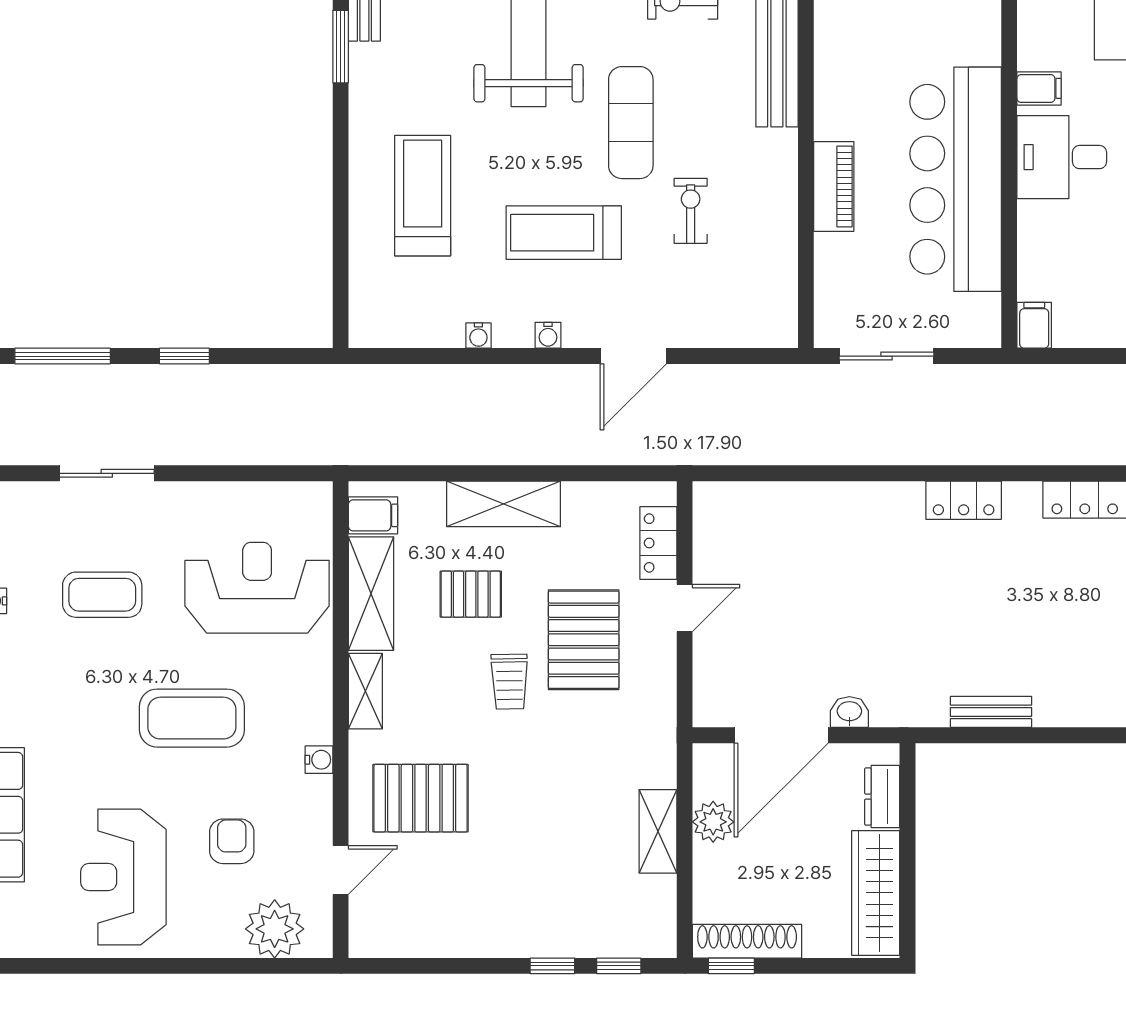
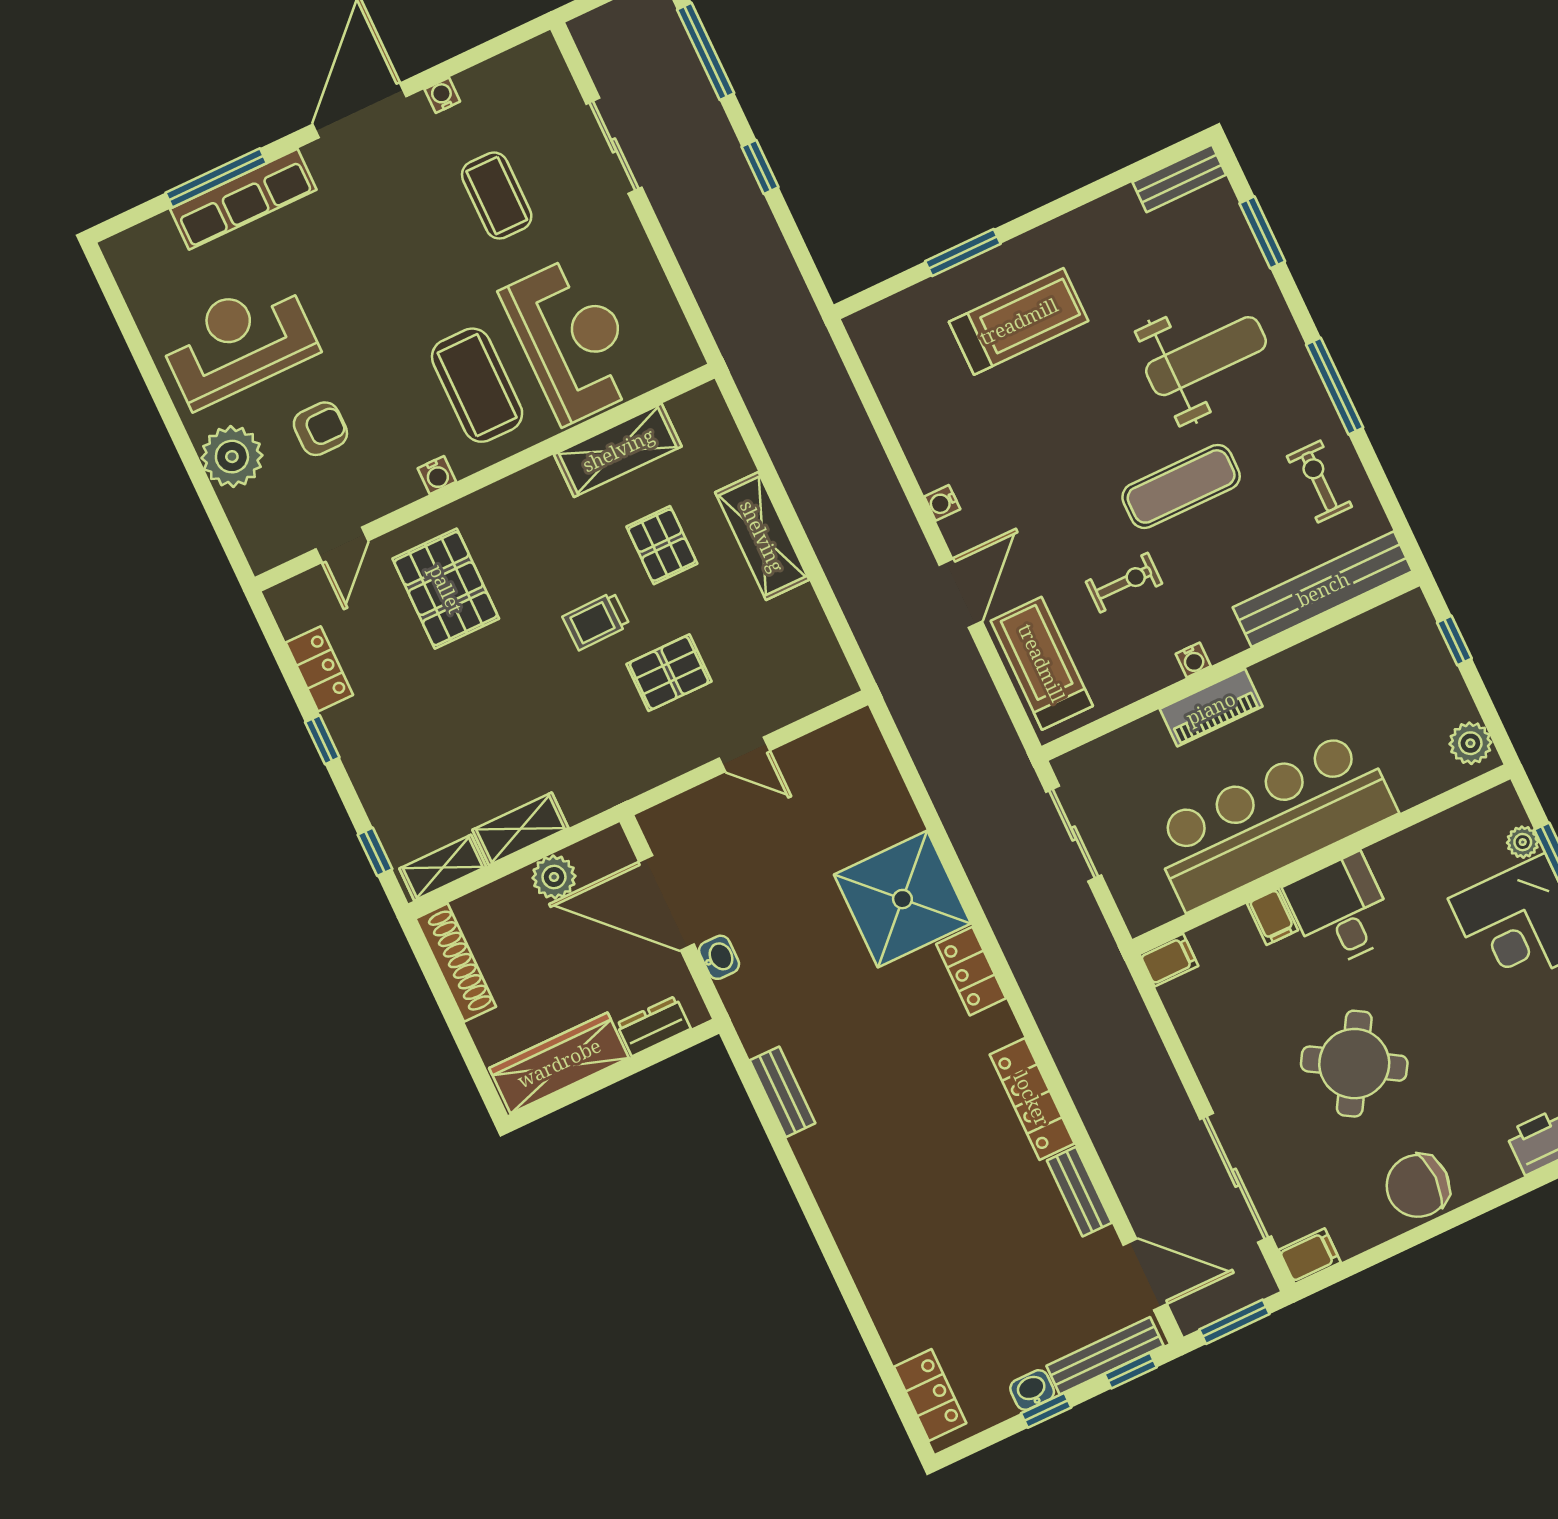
window: (341, 47) -> (963, 253), moved
filing cabinet: (1039, 88) -> (1273, 917), moved
treadmill: (564, 233) -> (1042, 663), moved
water cooler: (478, 336) -> (1193, 660), moved, turned -90
door: (633, 356) -> (961, 593), swing flipped
filing cabinet: (373, 515) -> (693, 417), removed
shower: (874, 530) -> (902, 899), added
locker: (658, 543) -> (319, 669), moved, turned 90
pallet: (584, 640) -> (669, 673), width x0.67, depth x0.71
shelving: (365, 691) -> (443, 868), moved
coffee table: (192, 718) -> (477, 385), moved
door: (341, 870) -> (342, 545), hinge flipped
plant: (275, 929) -> (232, 457), moved
window: (552, 966) -> (322, 740), moved
window: (731, 966) -> (425, 959), removed

